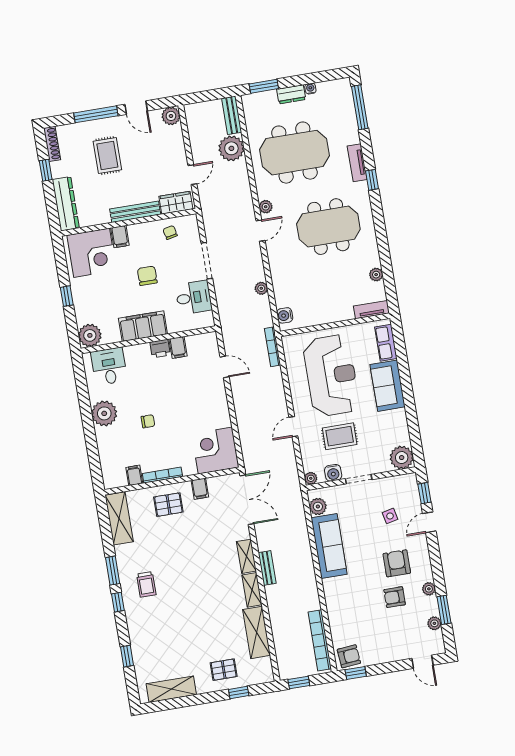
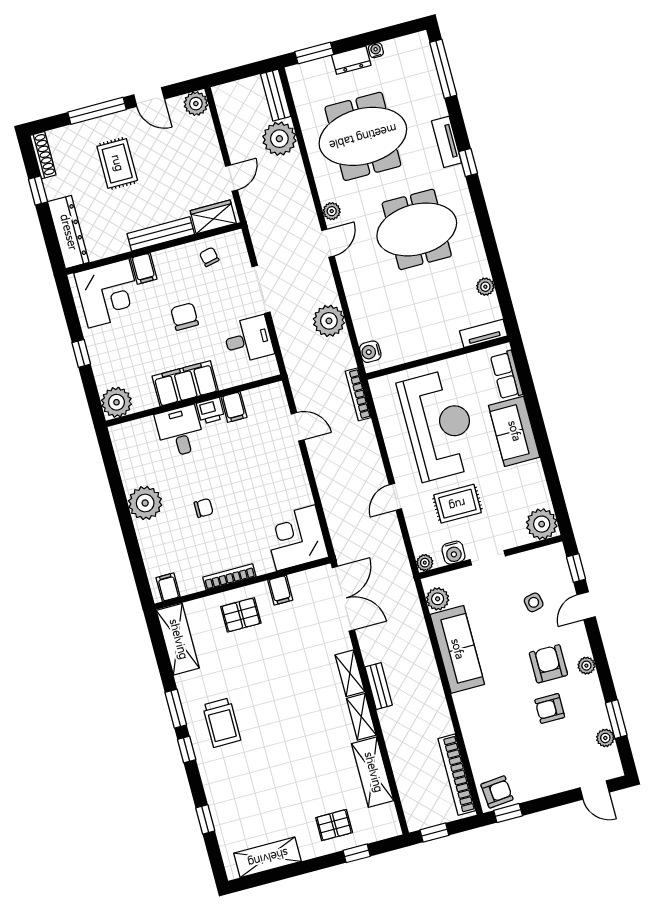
plant: (261, 288) -> (329, 321), width x1.87, depth x1.87
desk: (109, 366) -> (180, 431), moved
filing cabinet: (134, 475) -> (168, 587), moved
trolley: (146, 584) -> (222, 723), width x1.36, depth x1.39
plant: (429, 589) -> (586, 666), moved

